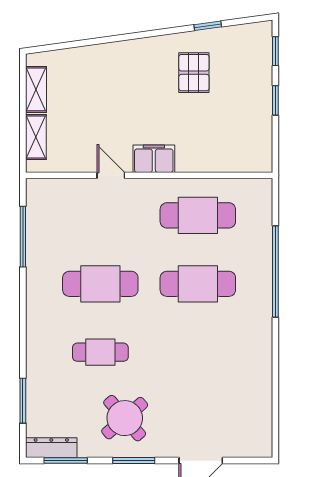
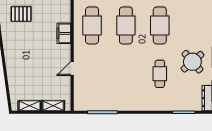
pallet: (194, 73) -> (21, 14), moved
filing cabinet: (154, 159) -> (64, 33), moved
cafe table: (100, 284) -> (160, 25), moved

